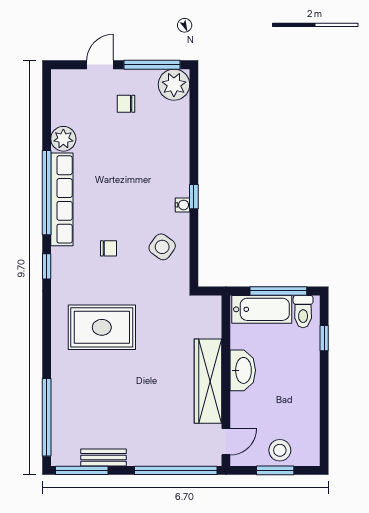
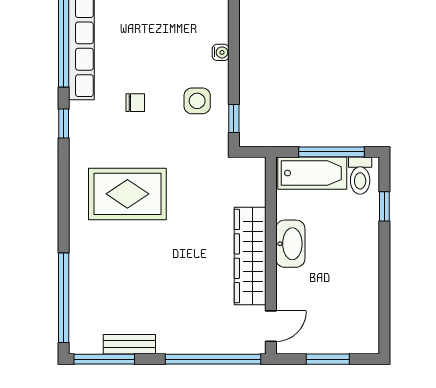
window: (194, 197) -> (234, 118), moved
side table: (162, 247) -> (197, 101), turned -36
stool: (280, 450) -> (333, 336), removed

